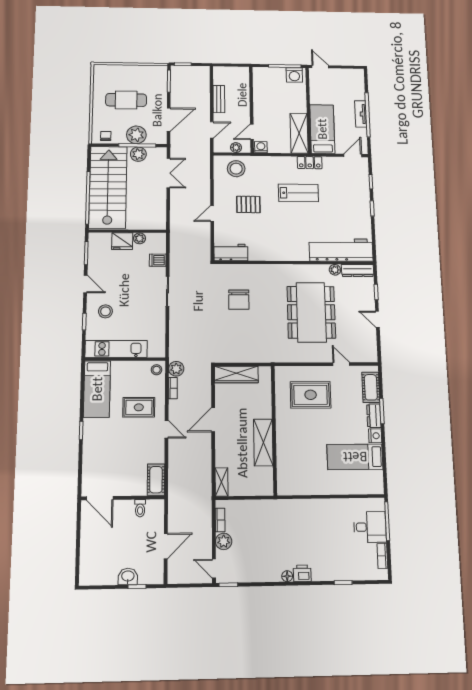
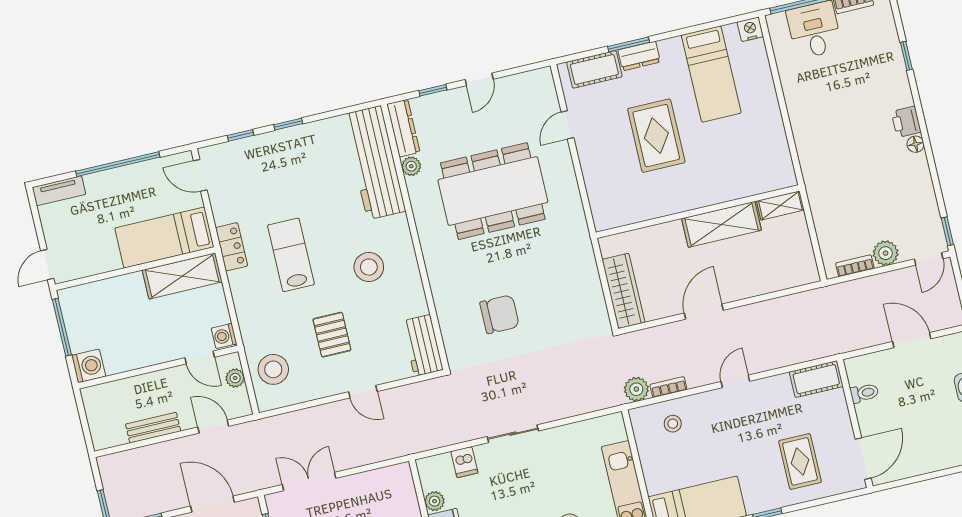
washing machine: (294, 75) -> (89, 366), moved
tv unit: (361, 114) -> (59, 191), moved
stool: (282, 233) -> (369, 267), added
stool: (157, 370) -> (673, 424), moved
rug: (311, 395) -> (656, 136), moved
rug: (139, 407) -> (800, 461), moved
door: (213, 420) -> (704, 312), swing flipped
nightstand: (375, 436) -> (750, 29), moved
shelving: (222, 482) -> (780, 205), moved

